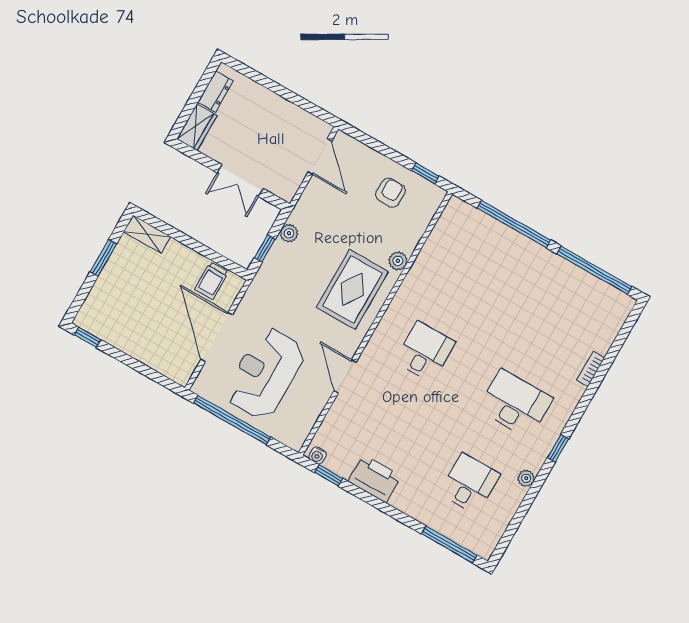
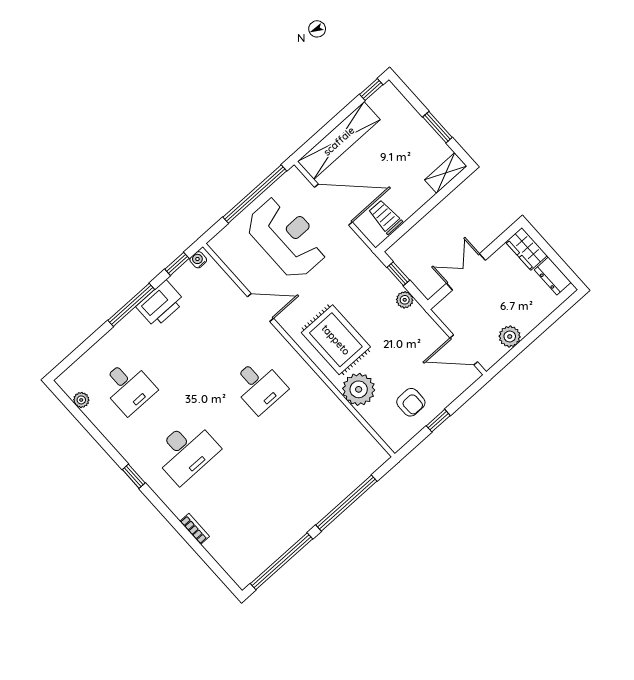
plant: (291, 115) -> (510, 336), added
window: (425, 173) -> (438, 421), moved
plant: (398, 261) -> (359, 389), width x1.87, depth x1.87
shelving: (150, 353) -> (339, 141), added
plant: (526, 478) -> (81, 400), moved
window: (449, 544) -> (131, 305), moved

